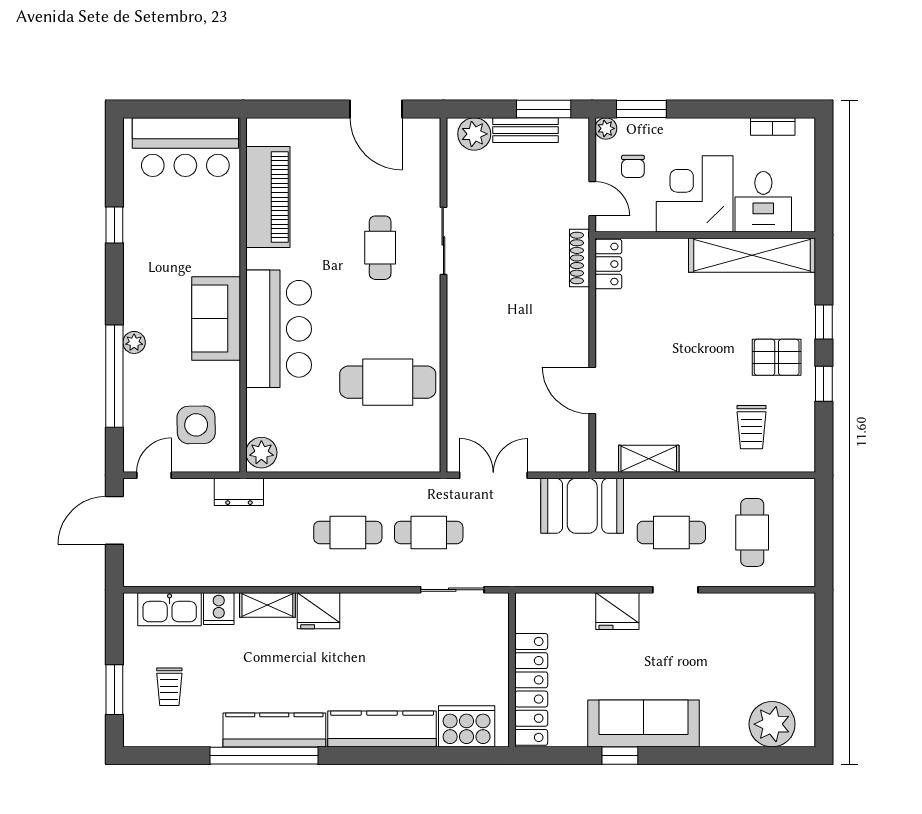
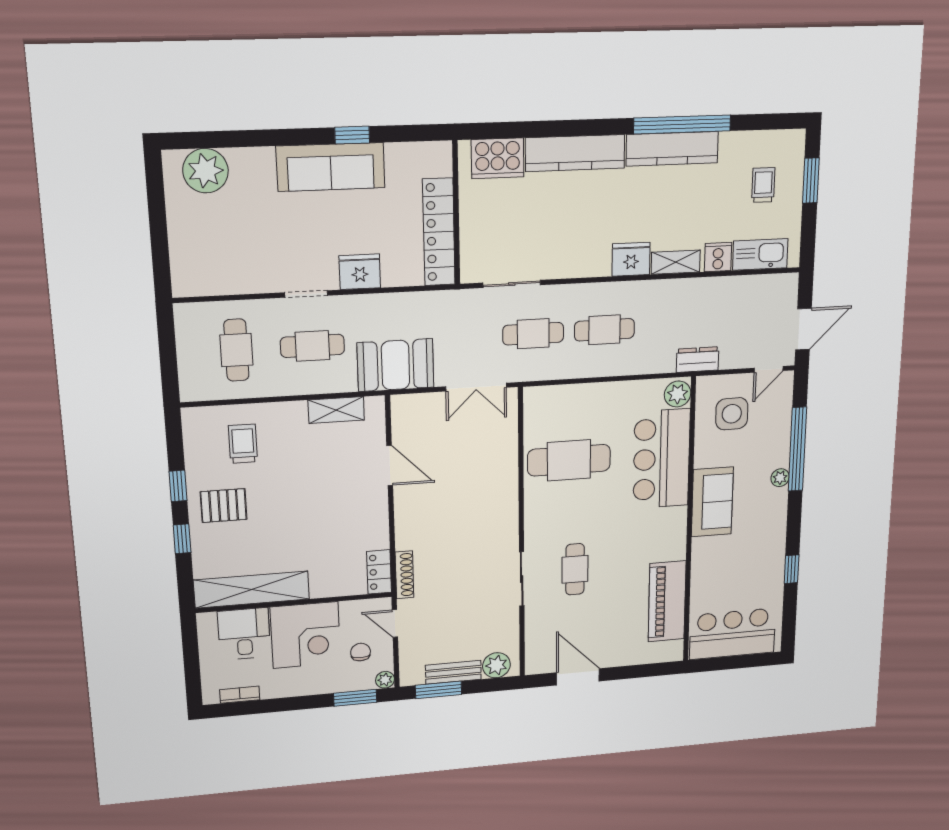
bar counter: (279, 329) -> (662, 459), moved
locker: (531, 689) -> (439, 232), moved

